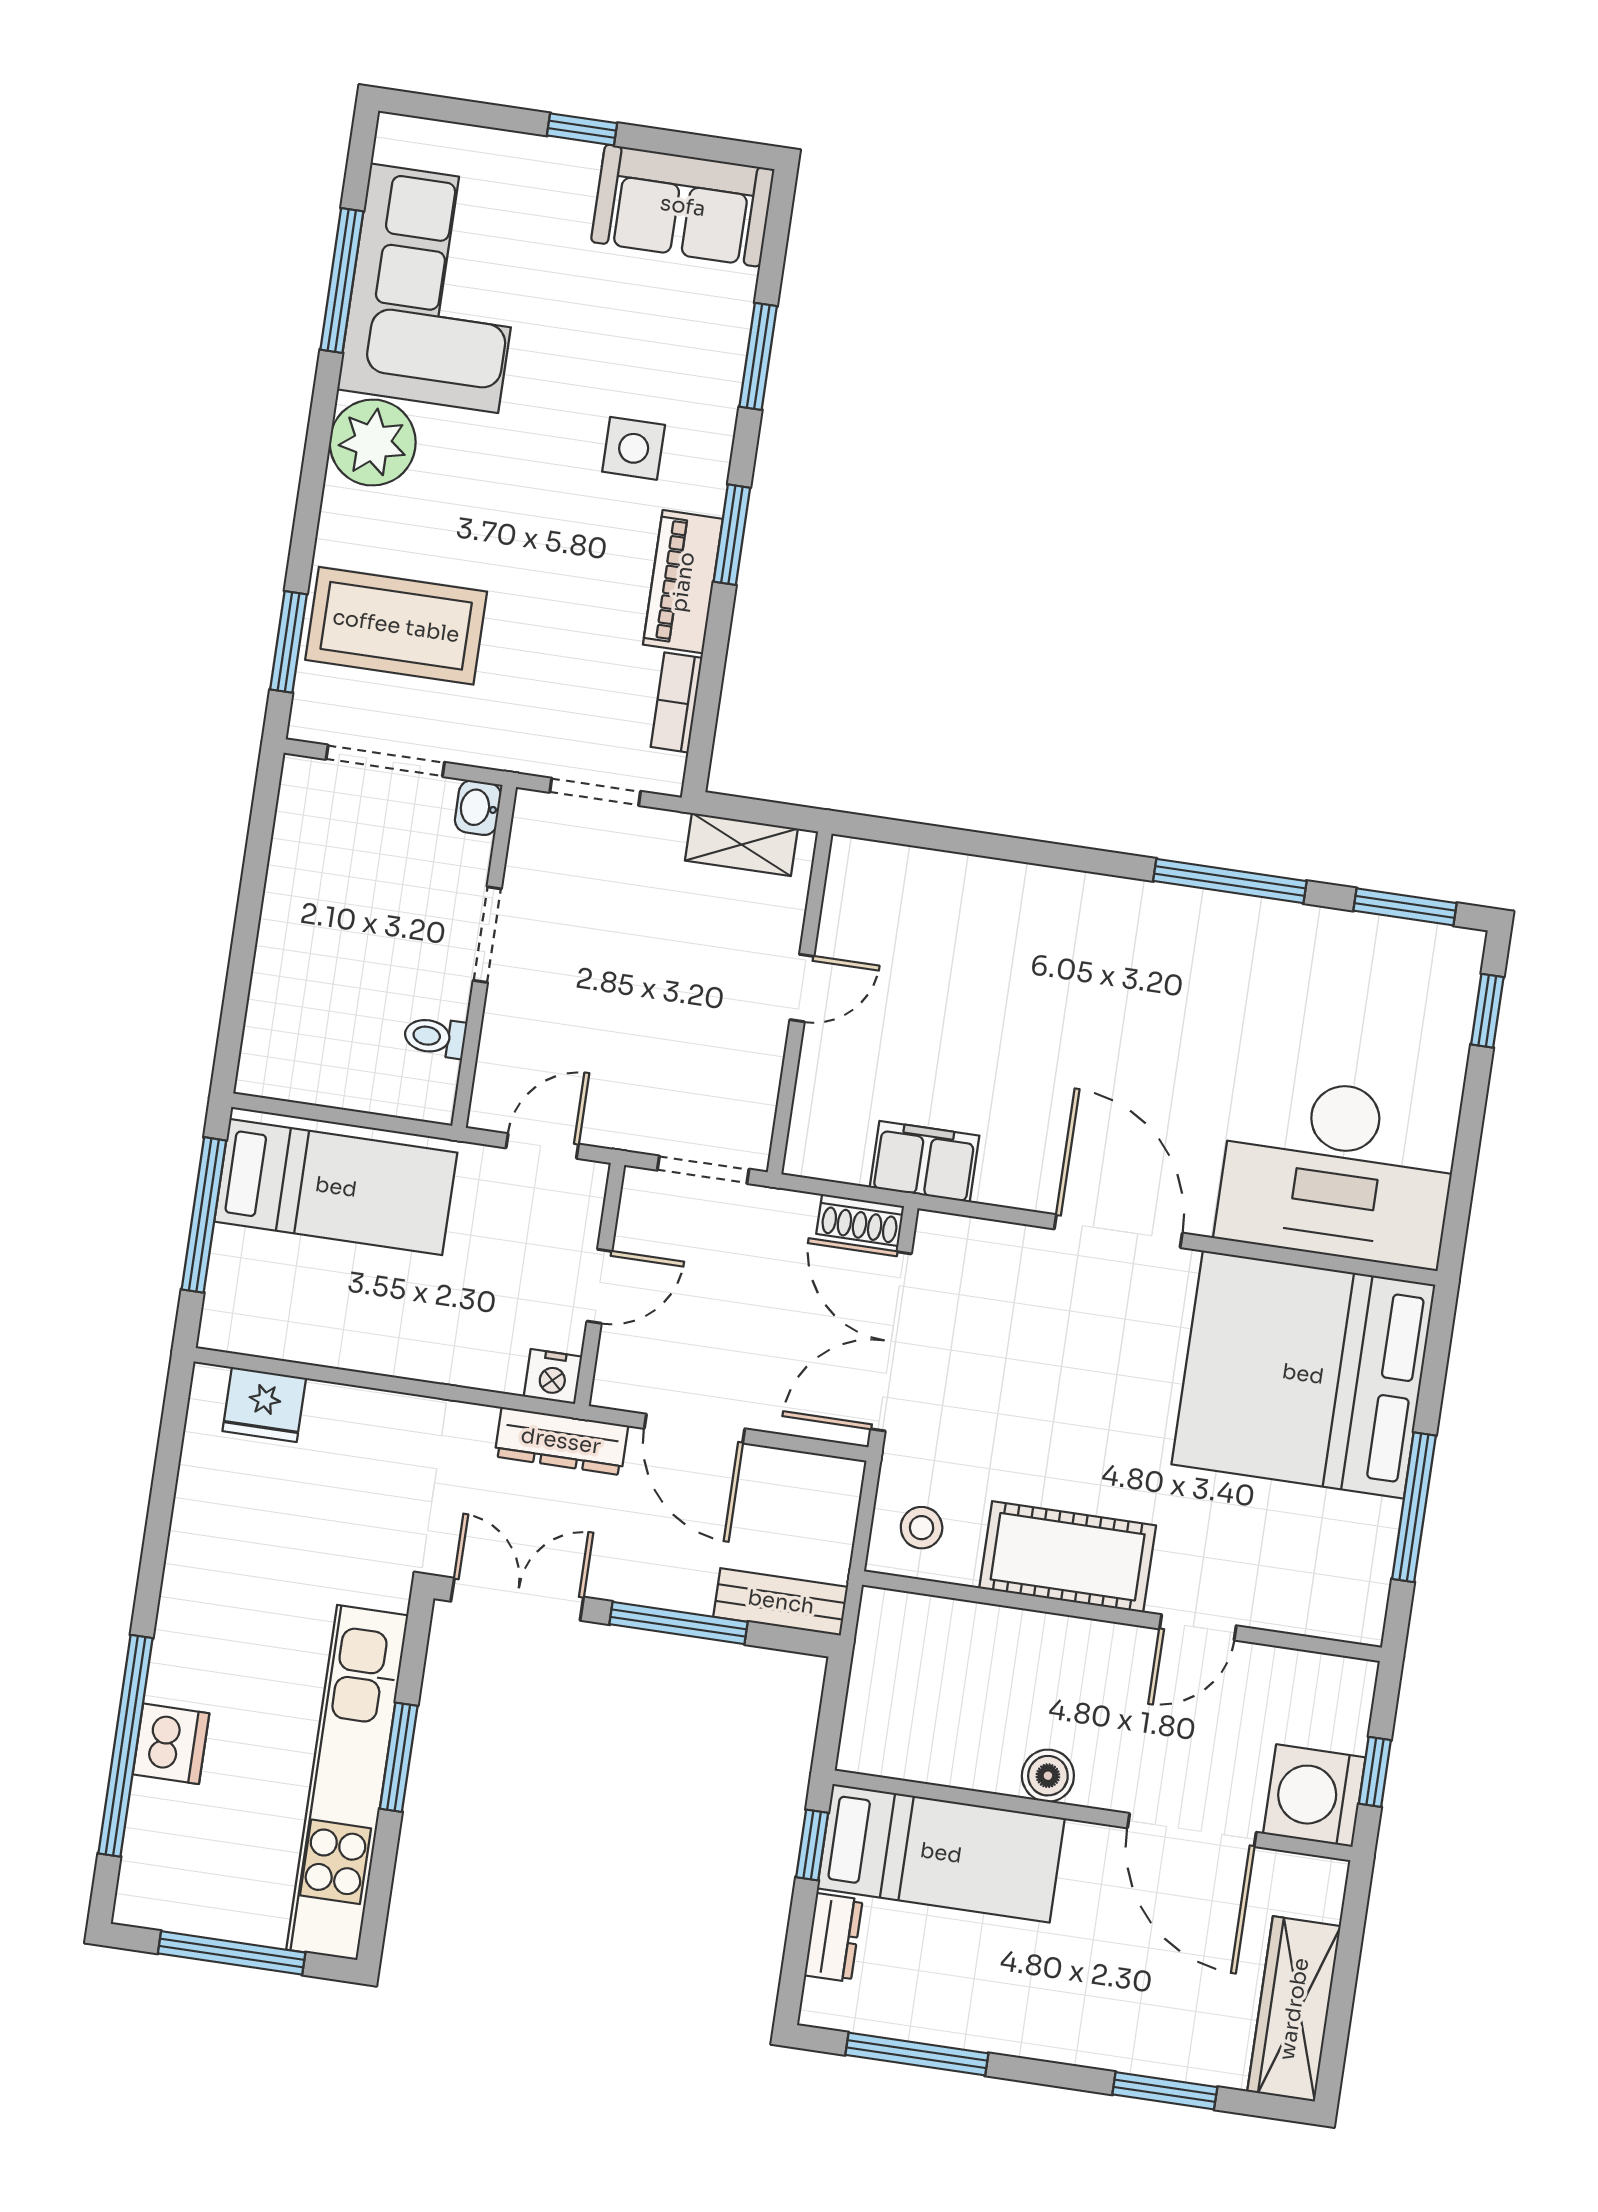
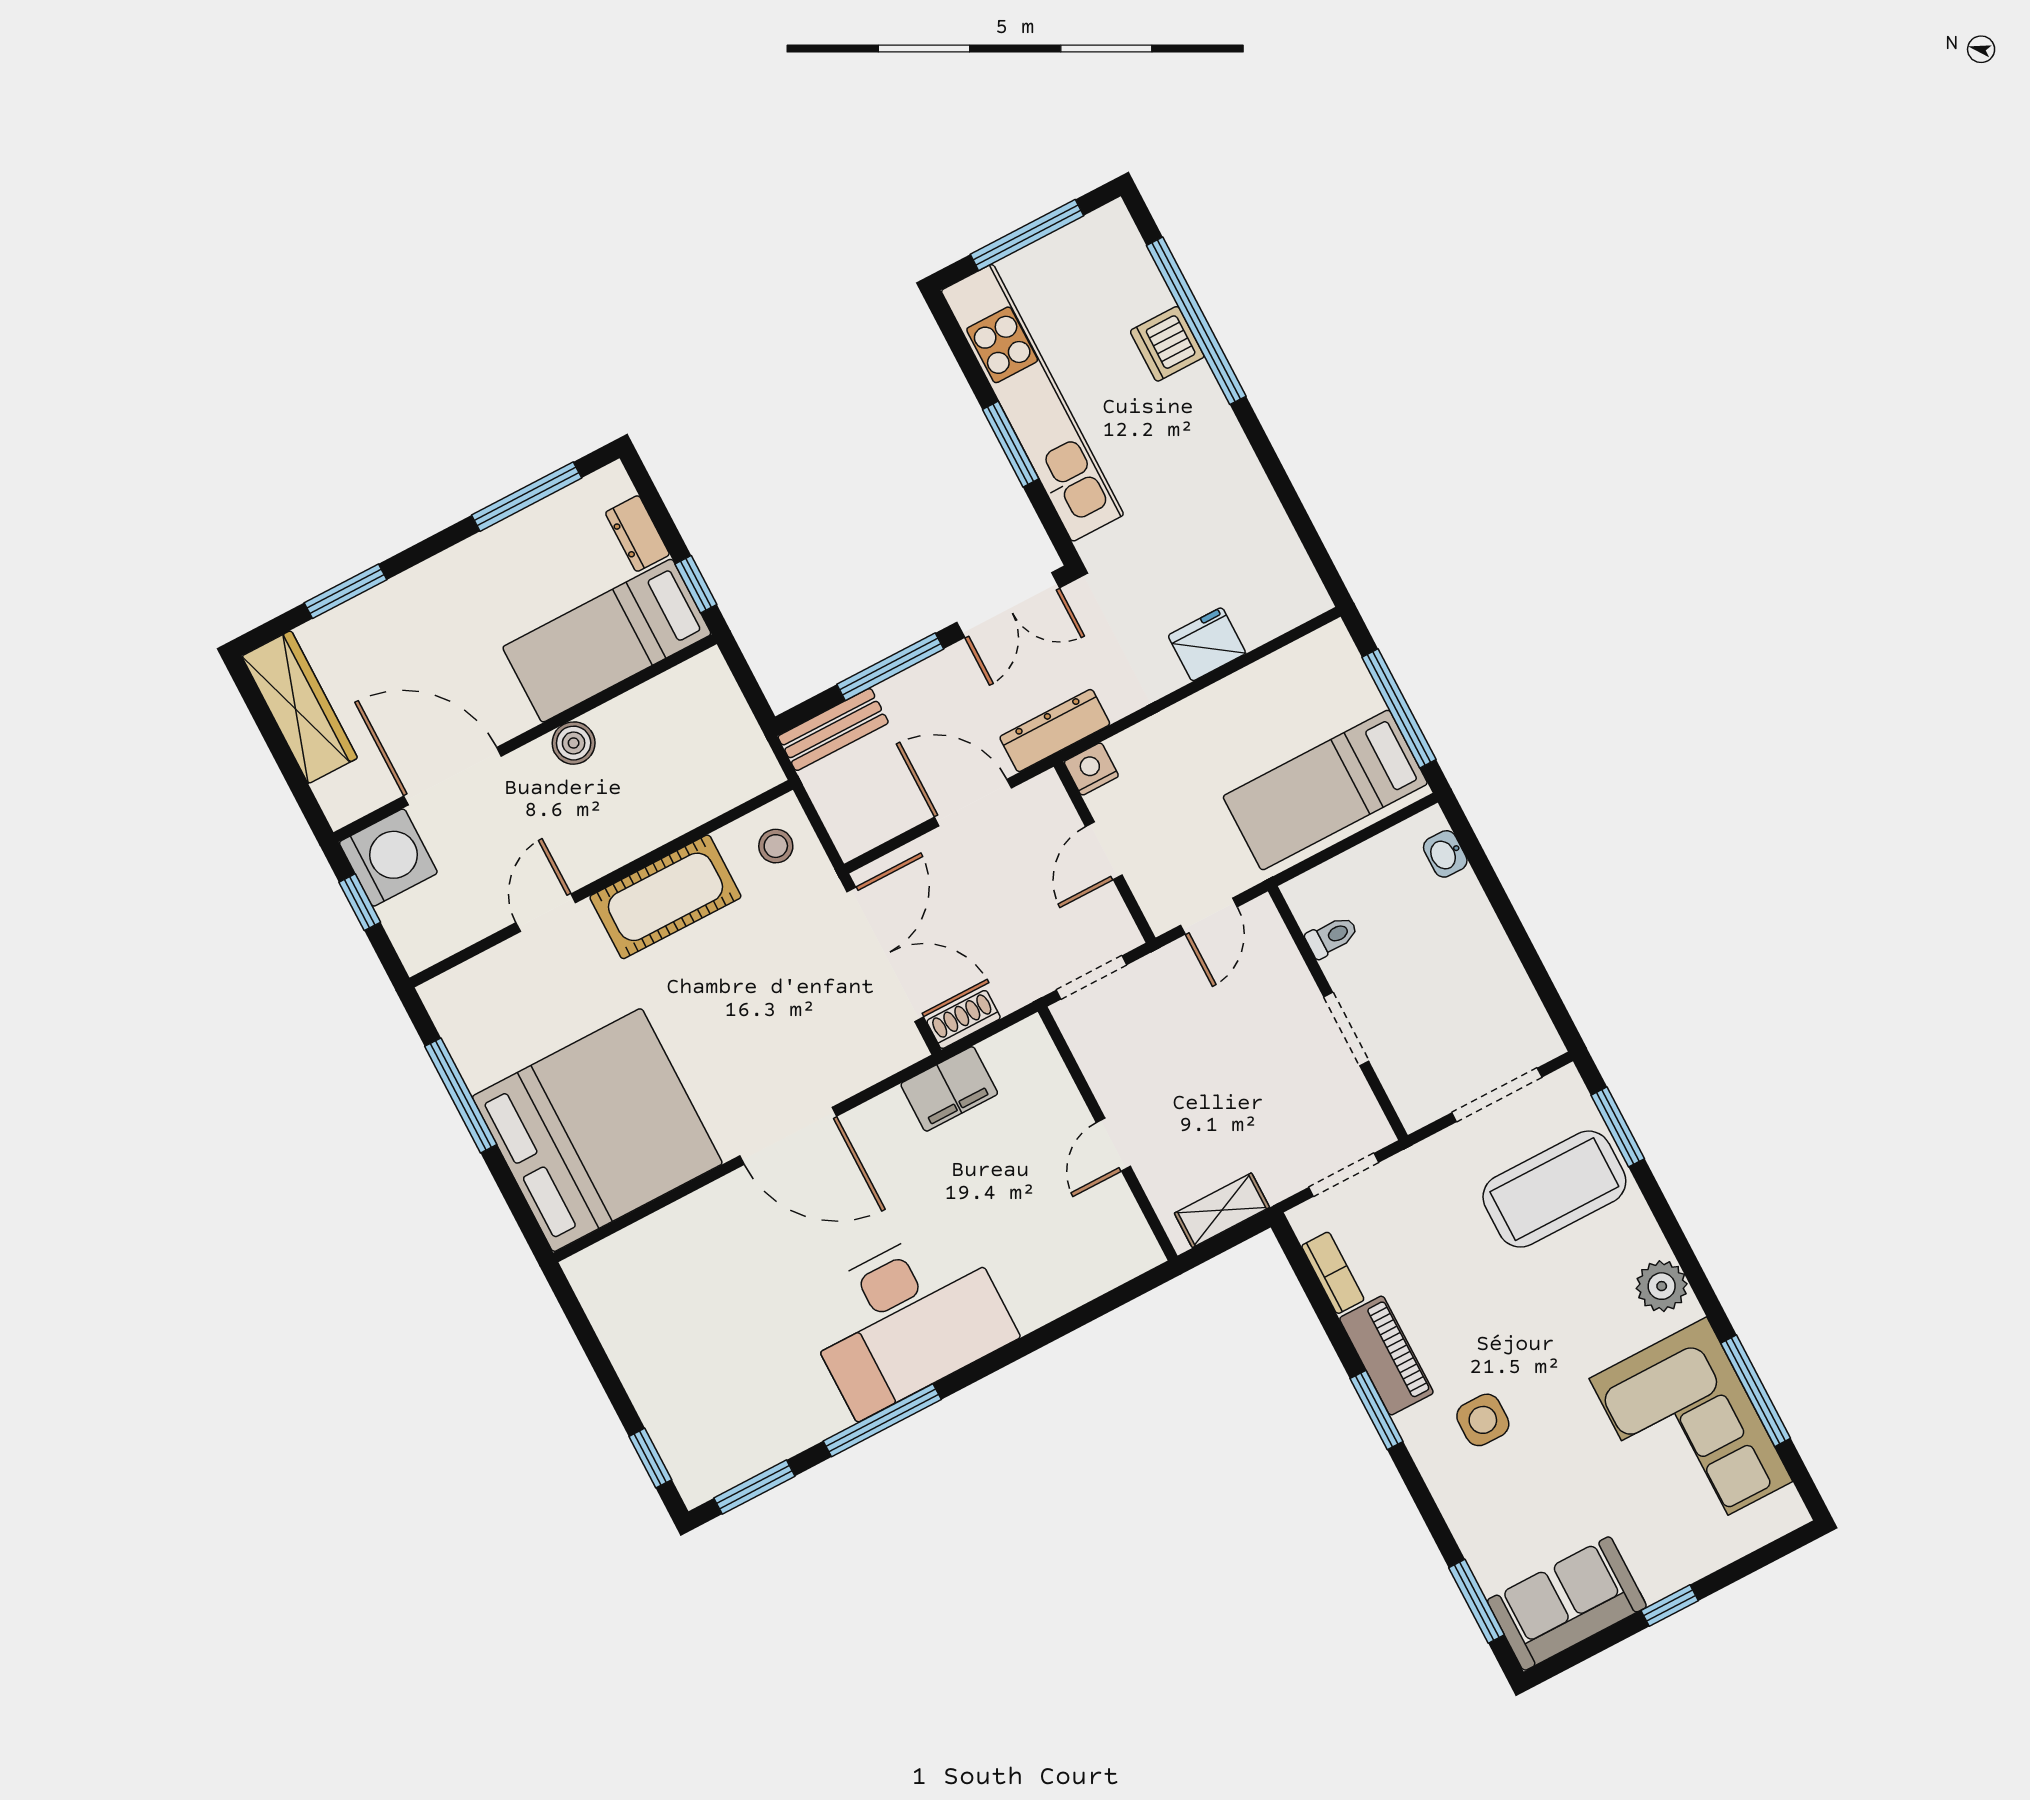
window: (758, 356) -> (1477, 1601), moved
plant: (373, 443) -> (1662, 1286), width x0.73, depth x0.73
washbasin: (478, 808) -> (1445, 854), moved, turned 180
desk: (1338, 1171) -> (907, 1319), moved, turned 180
fridge: (264, 1405) -> (1207, 644), moved

